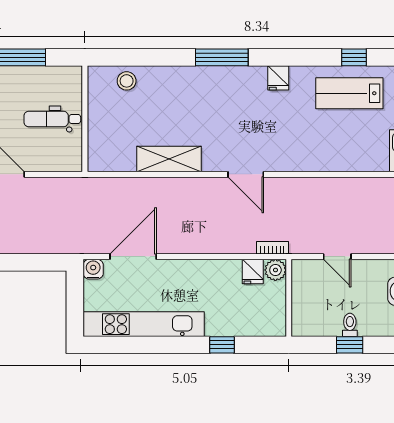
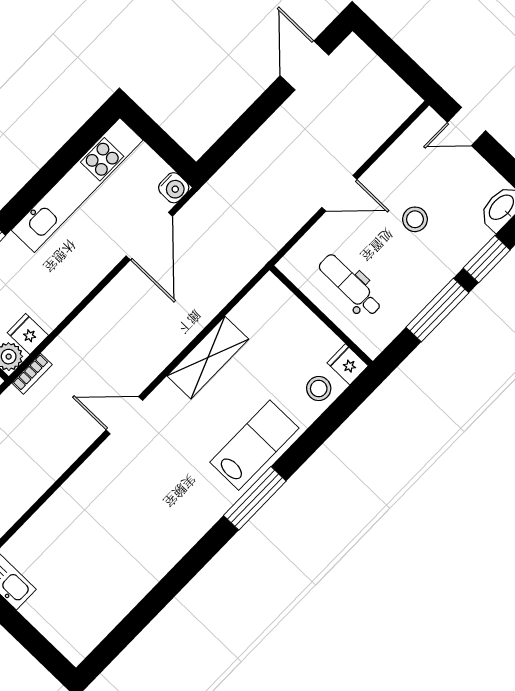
window: (354, 57) -> (136, 621), removed
fridge: (278, 78) -> (348, 364), moved
lab bench: (349, 93) -> (254, 445), moved
dental chair: (52, 119) -> (350, 285), turned -90

